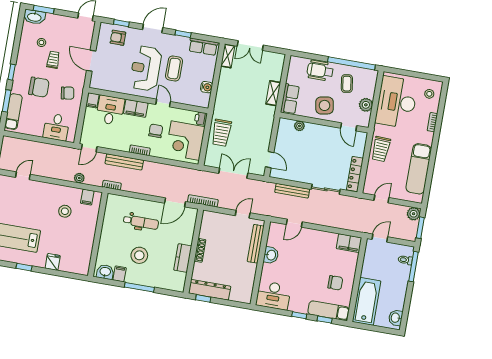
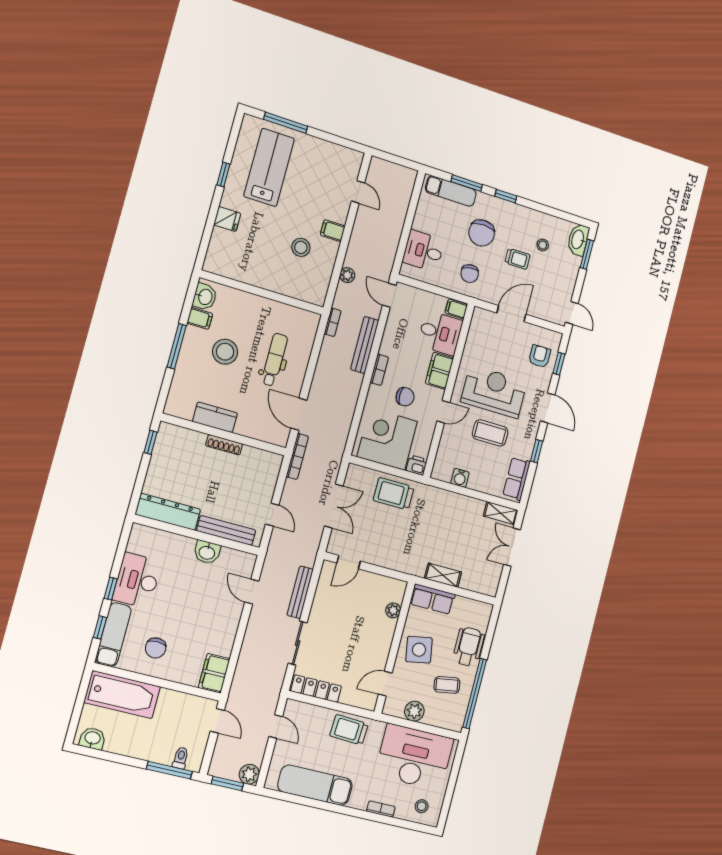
filing cabinet: (87, 197) -> (333, 231), moved
dental chair: (141, 222) -> (274, 360), turned 180
dresser: (210, 290) -> (168, 512), moved, turned -90
desk: (273, 295) -> (137, 580), moved

